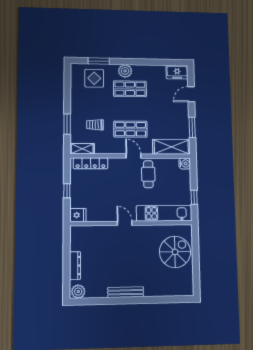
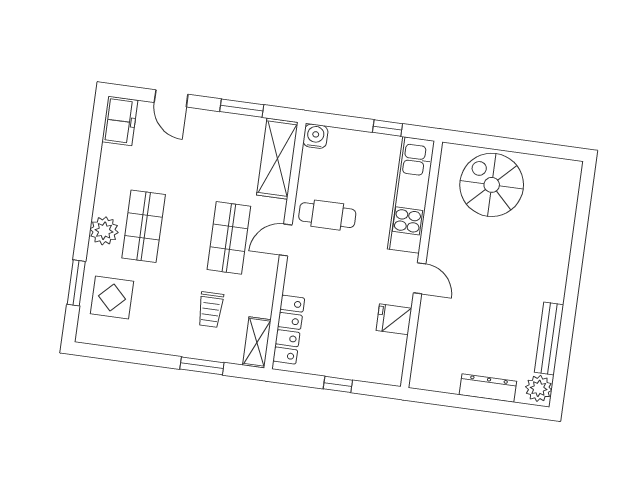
fridge: (78, 215) -> (394, 319), moved, turned -90
door: (125, 223) -> (420, 278), swing flipped
bench: (126, 292) -> (549, 338), moved

